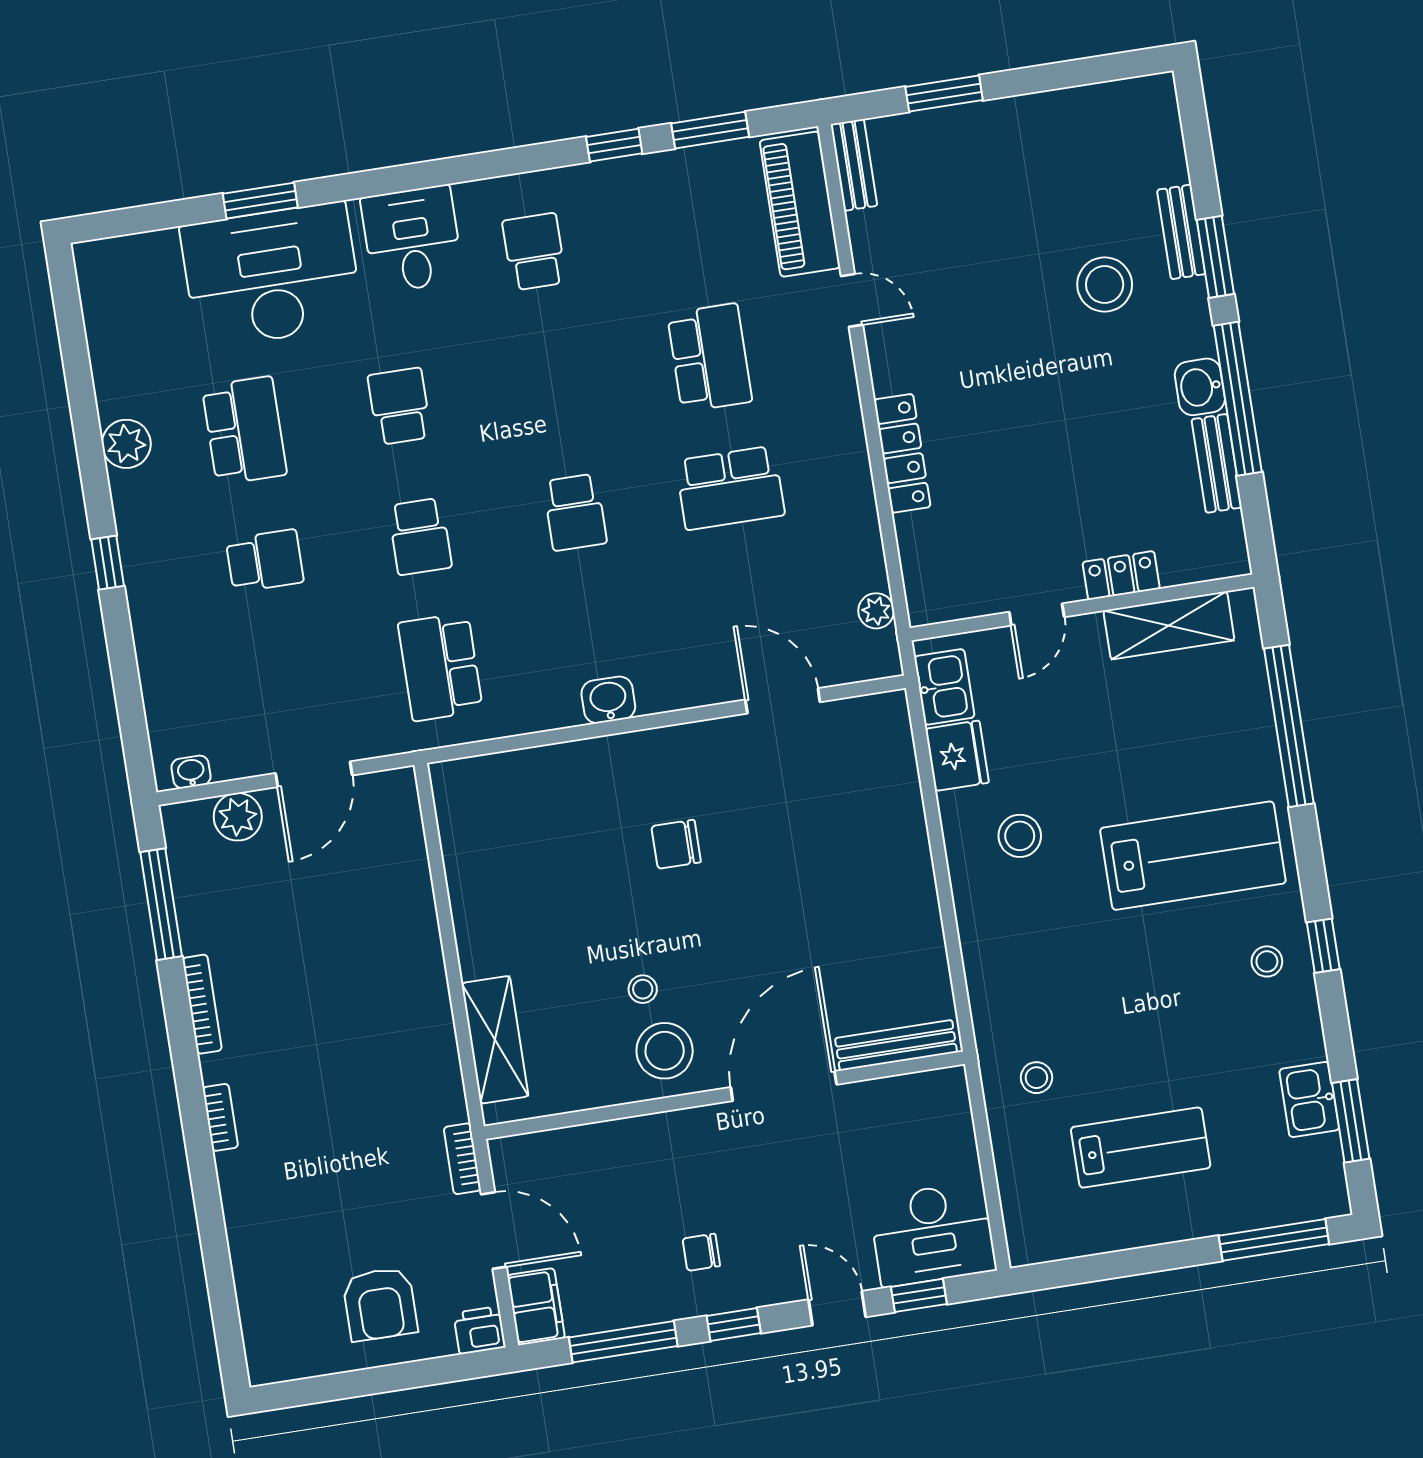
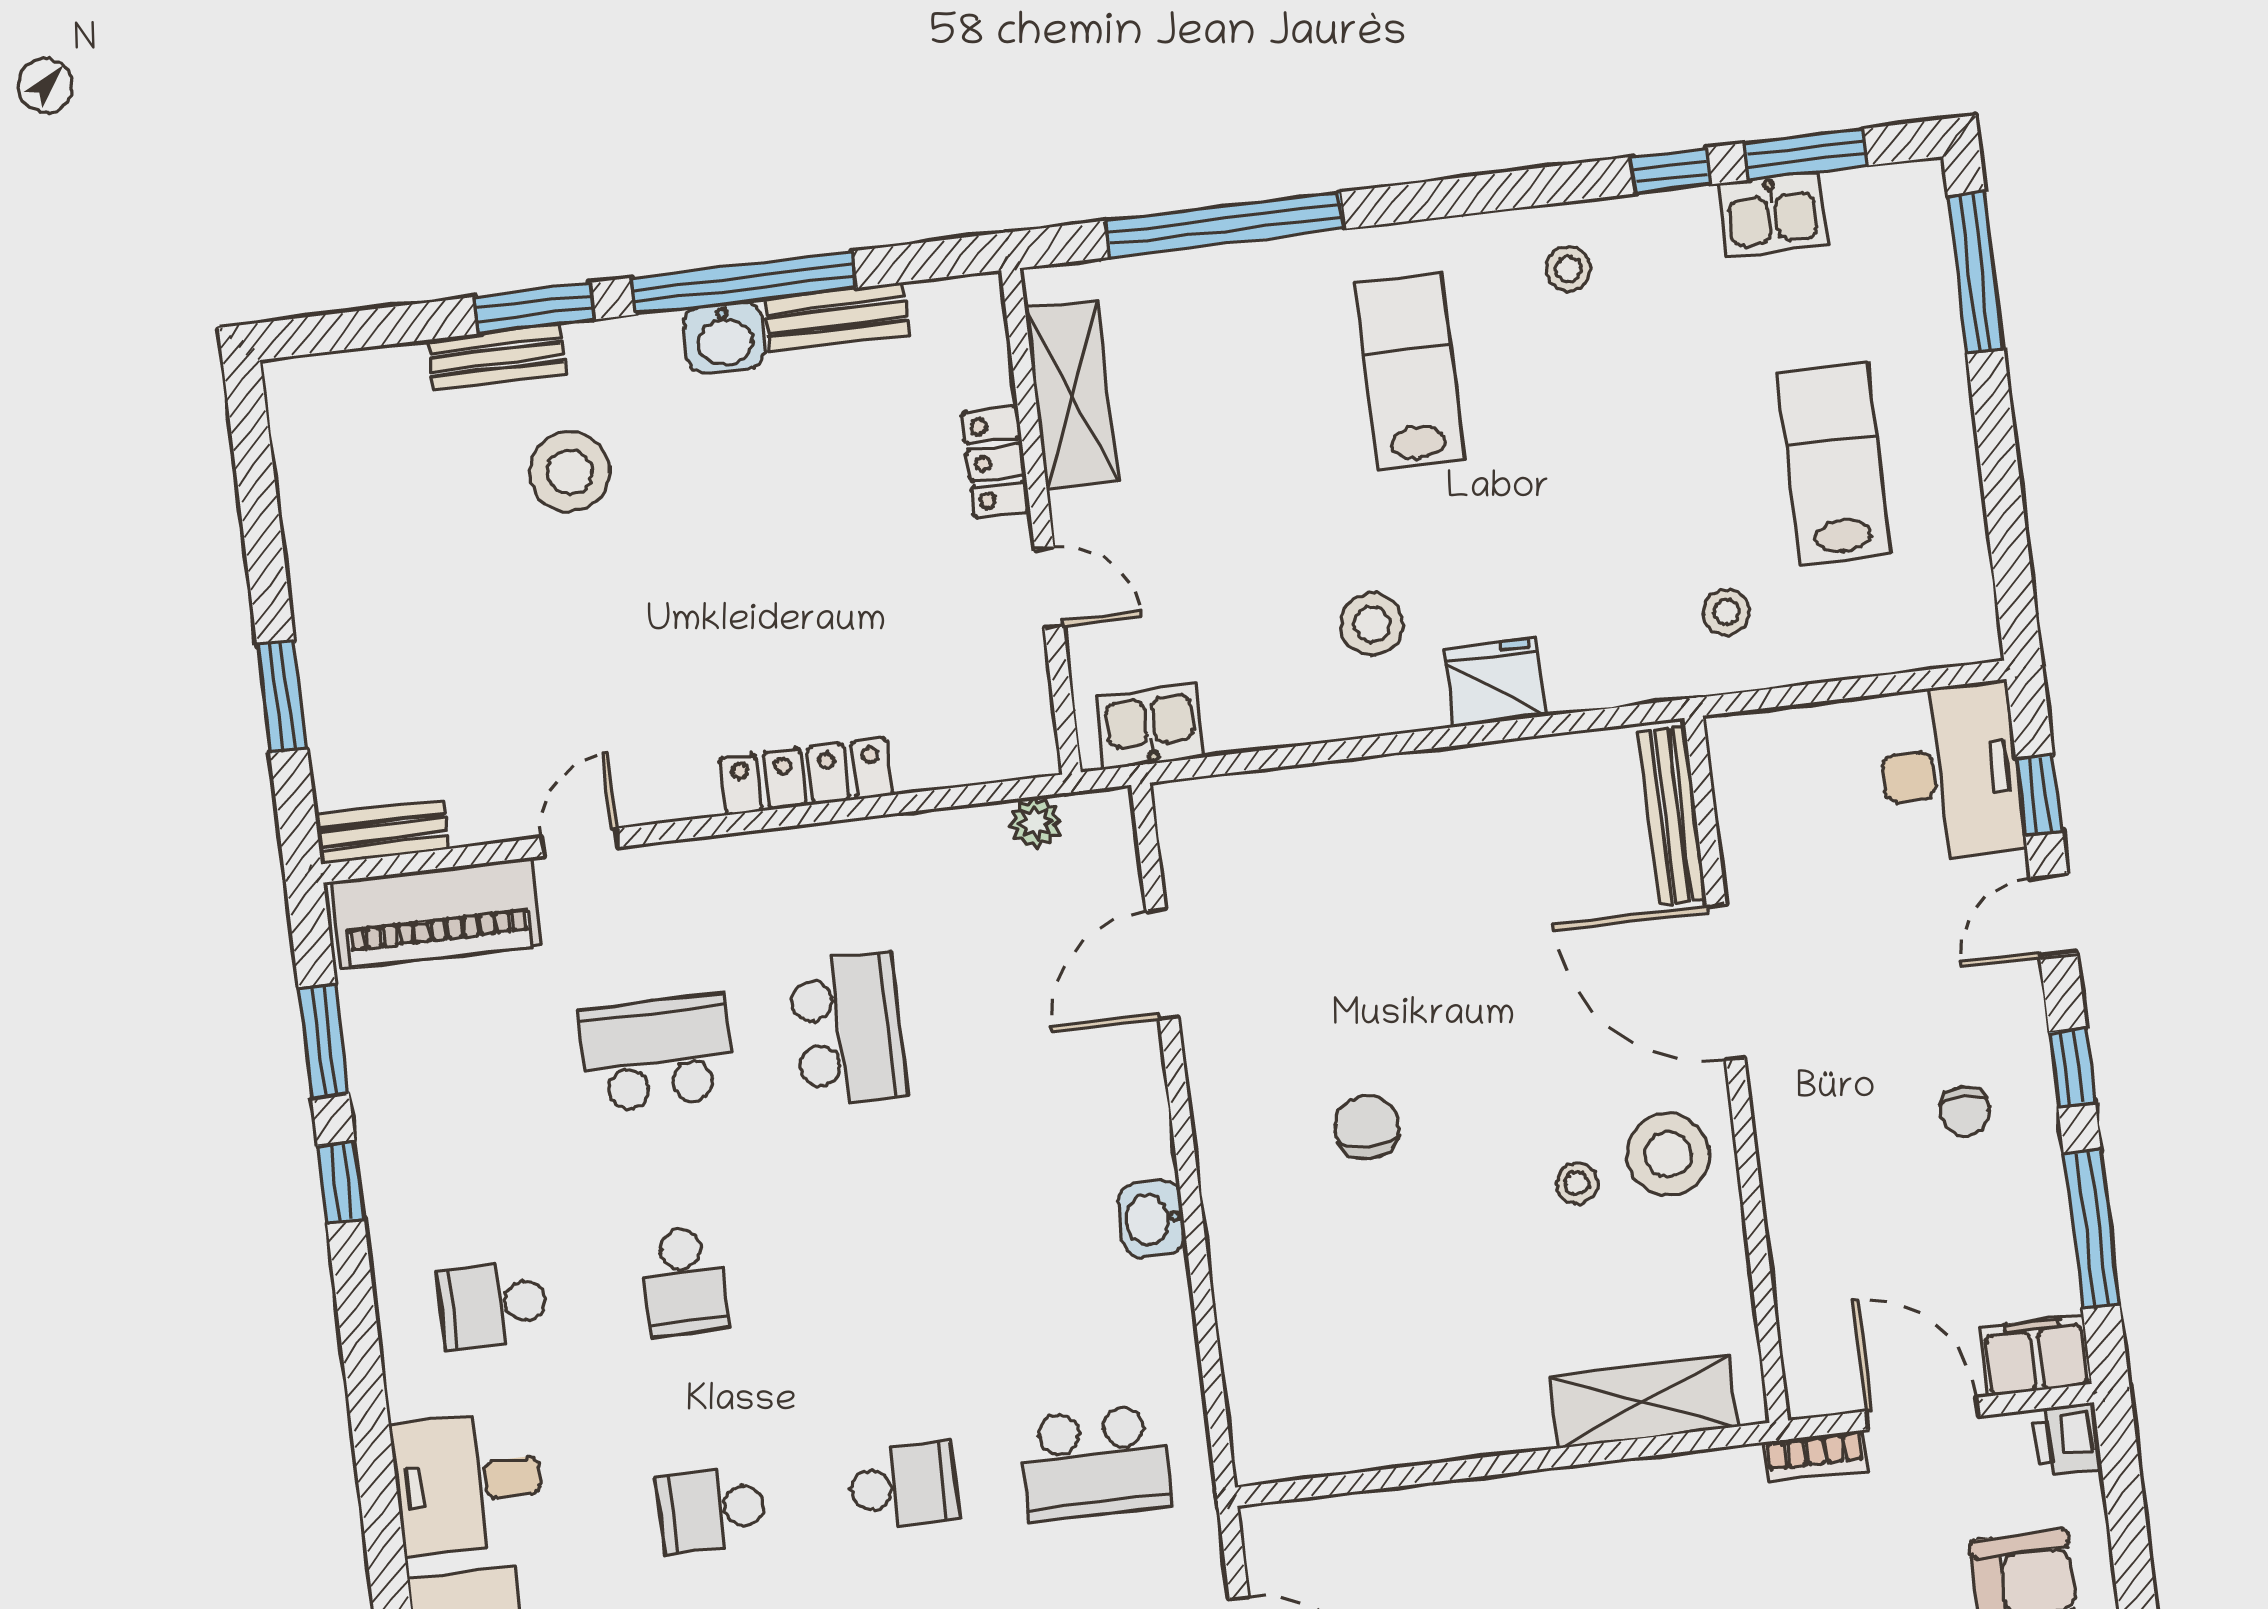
school desk: (575, 512) -> (684, 1281), moved, turned 90
fridge: (957, 756) -> (1495, 682), moved
chair: (676, 844) -> (1367, 1127), turned 180
lab bench: (1193, 856) -> (1410, 372), width x0.73, depth x0.72
window: (1323, 946) -> (1671, 171), moved
door: (494, 1231) -> (1922, 1414), hinge flipped

